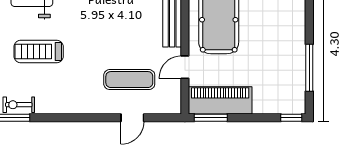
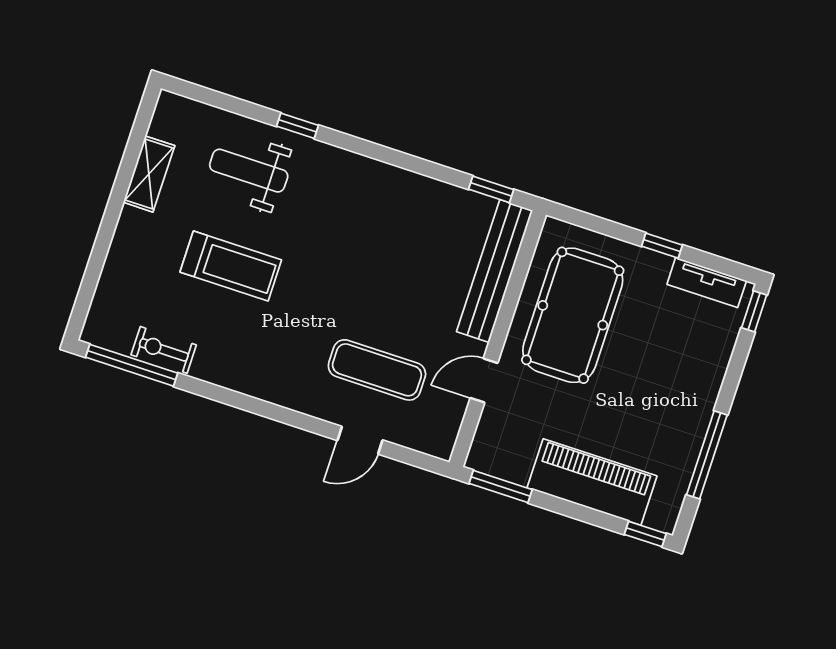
treadmill: (39, 51) -> (231, 266), turned 180
piano: (220, 100) -> (592, 482), moved

